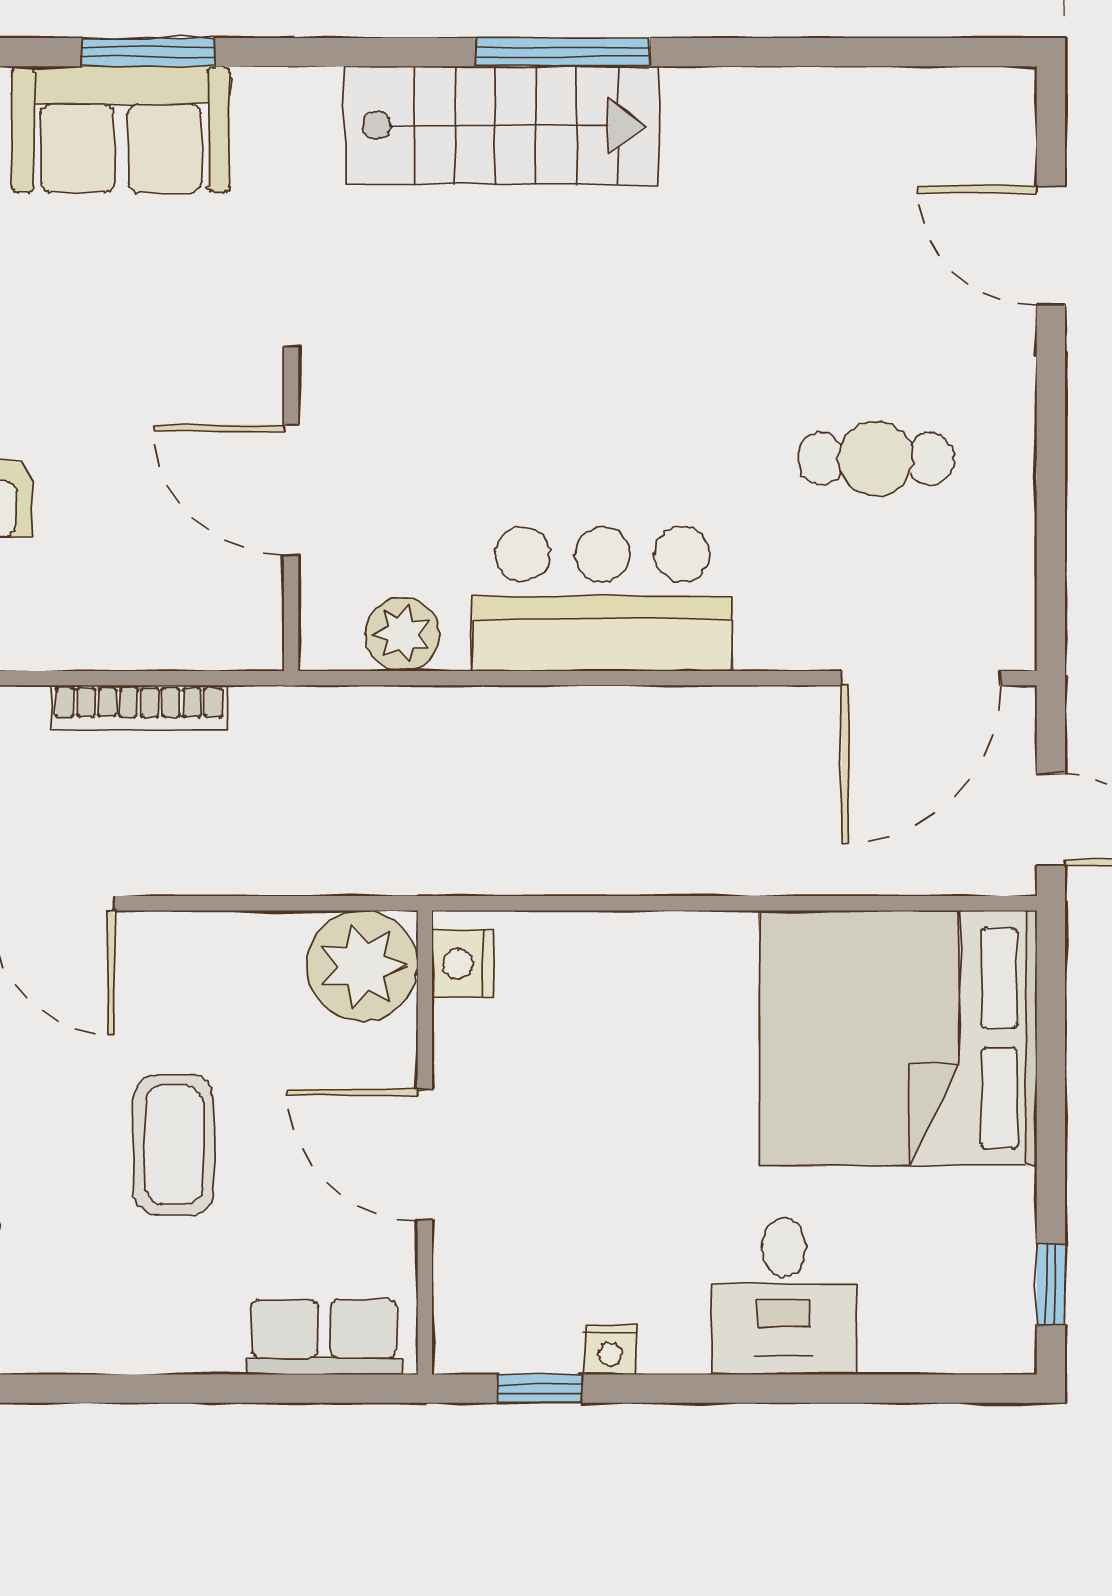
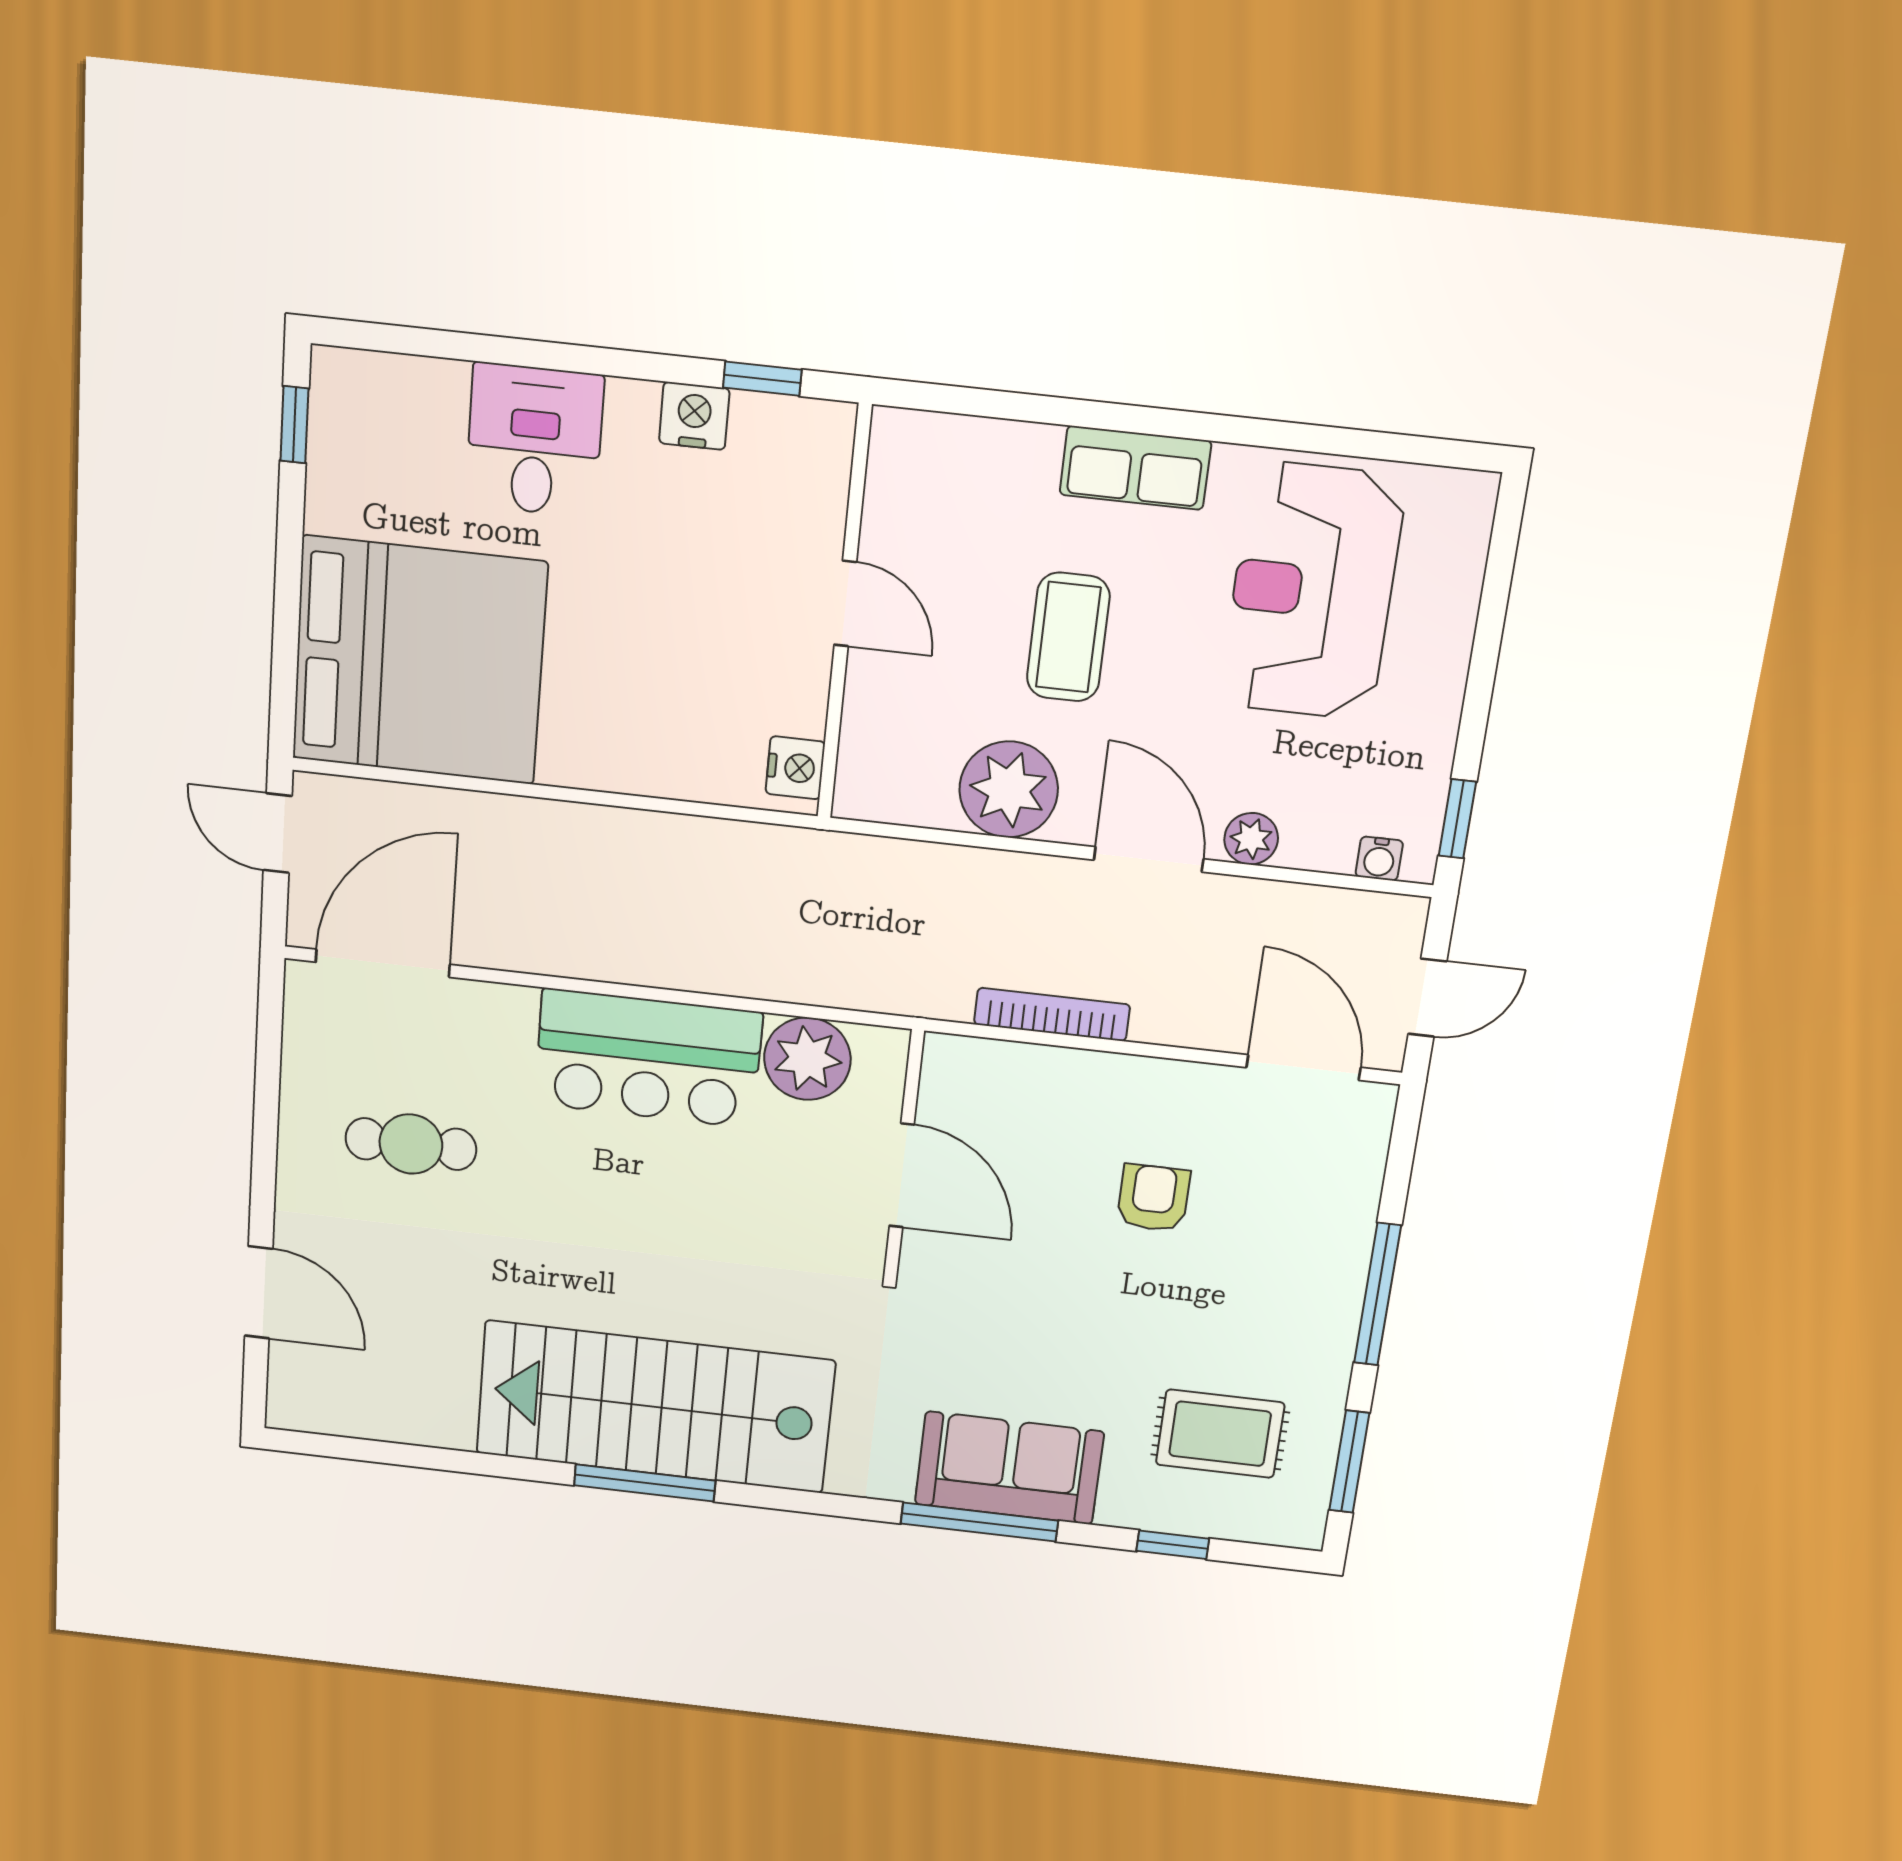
window: (149, 52) -> (979, 1522), width x1.44
stairs: (502, 125) -> (655, 1407), width x1.36, depth x1.51
plant: (402, 634) -> (807, 1059), width x1.36, depth x1.36
plant: (362, 966) -> (1009, 789), moved
door: (425, 1155) -> (845, 604), width x0.73
row of seats: (324, 1337) -> (1135, 468), moved
nightstand: (610, 1350) -> (694, 416), width x1.39, depth x1.35

